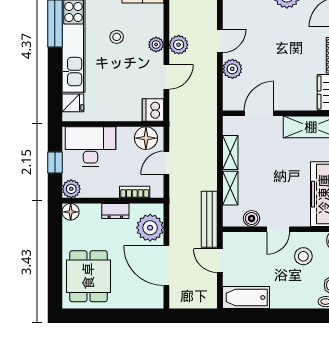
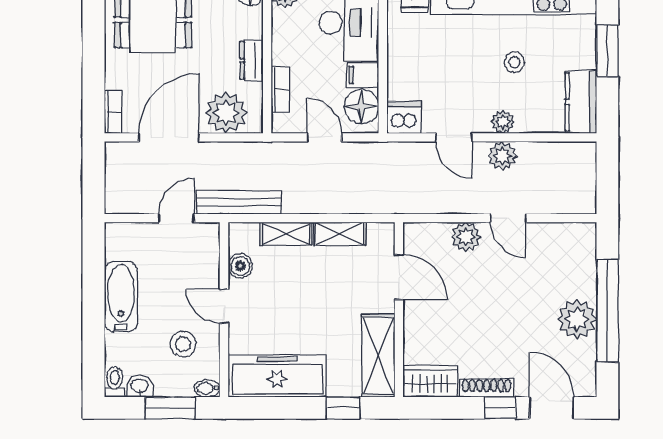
filing cabinet: (125, 137) -> (363, 75), added
bathtub: (246, 297) -> (121, 297), moved
bookcase: (150, 303) -> (113, 112), added

